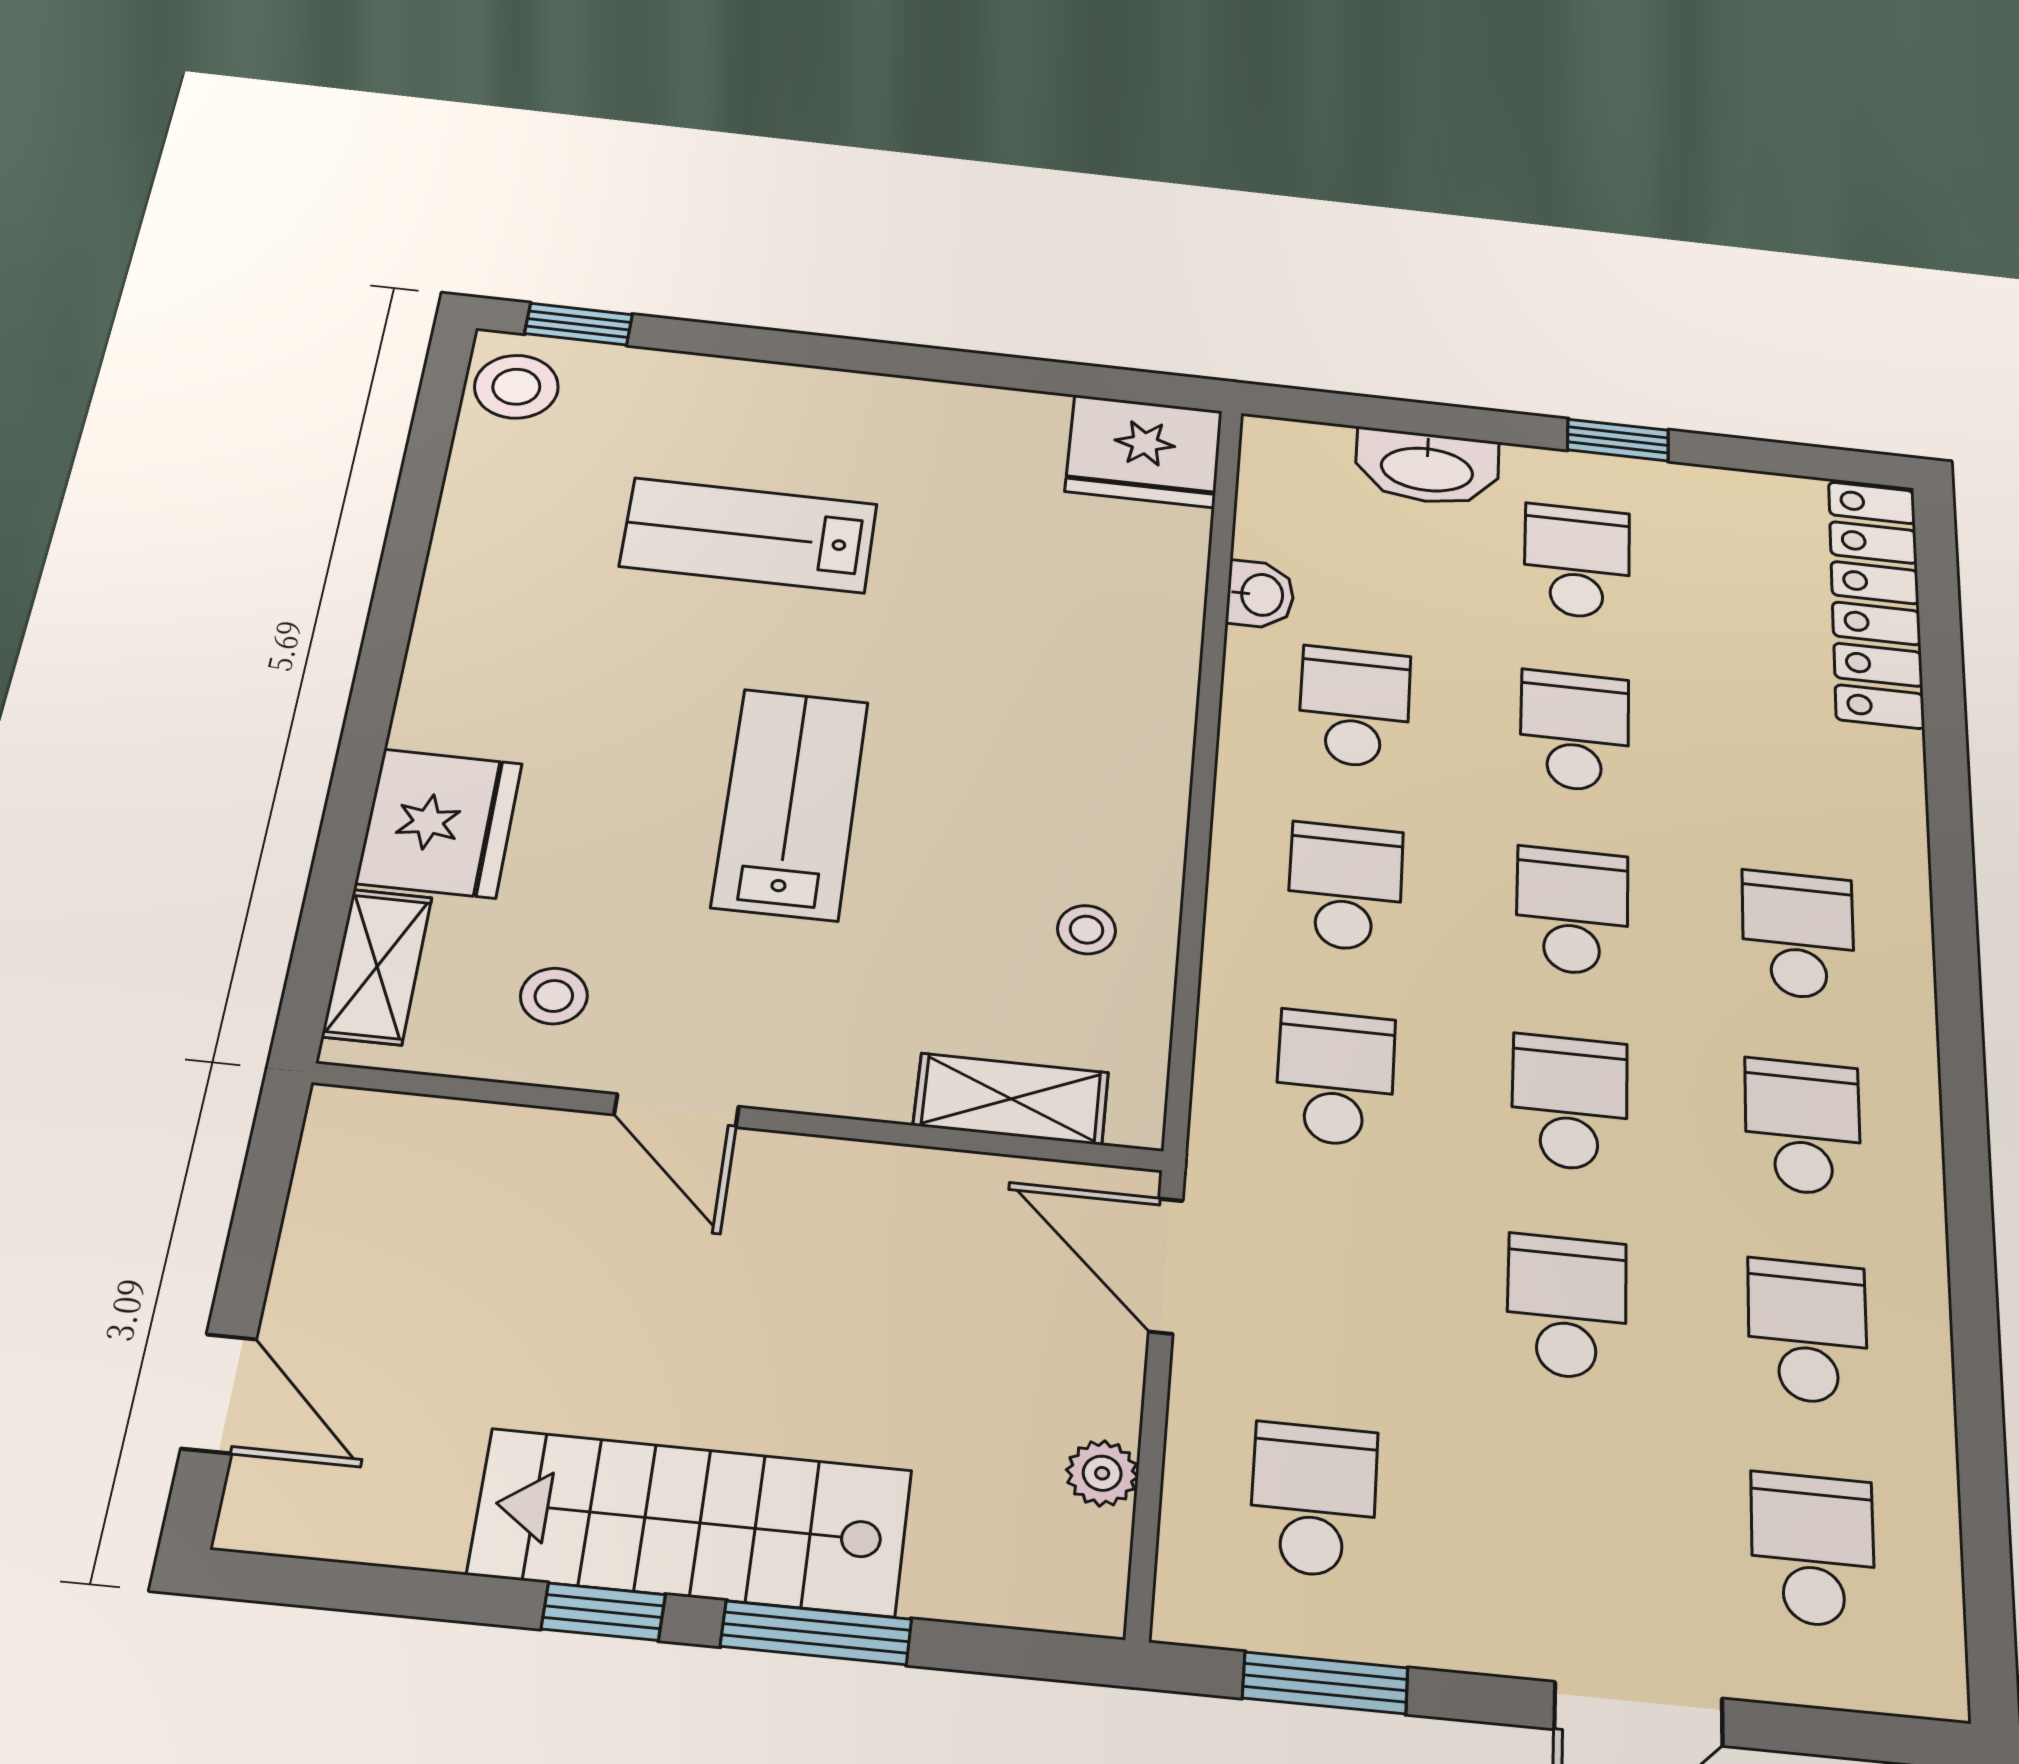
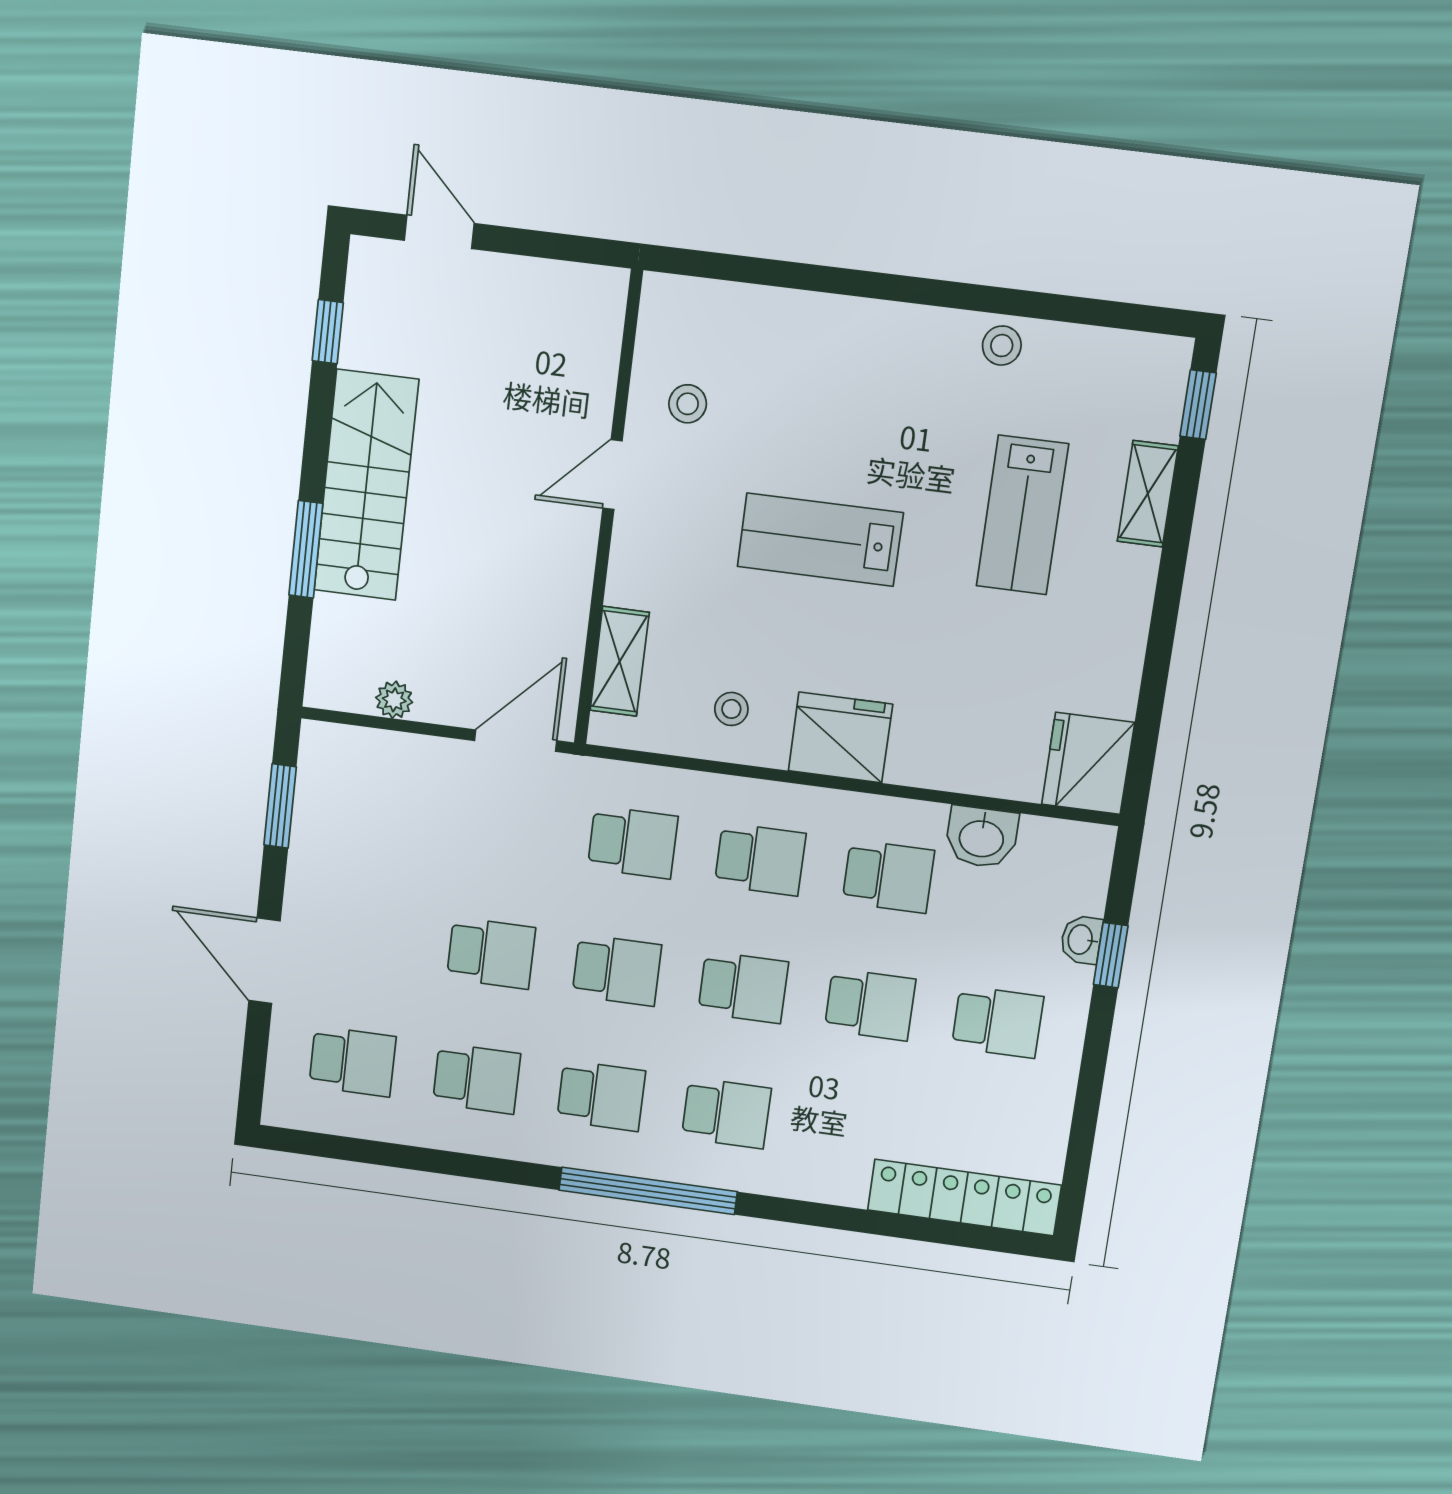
stool: (516, 387) -> (1002, 346), moved, width x0.73, depth x0.73
window: (1618, 440) -> (1111, 955), moved
washbasin: (1427, 468) -> (1081, 940), width x0.52, depth x0.69
lab bench: (749, 535) -> (1022, 515), turned 180
washbasin: (1260, 595) -> (982, 837), width x1.38, depth x1.45
lab bench: (791, 804) -> (820, 540), turned 180
fridge: (439, 823) -> (840, 738), moved, turned 180
shelving: (377, 967) -> (1148, 494), moved, turned 90
window: (1961, 1053) -> (648, 1191), added
door: (219, 1393) -> (439, 232), swing flipped
school desk: (1313, 1500) -> (380, 809), removed
window: (603, 1612) -> (328, 332), moved

